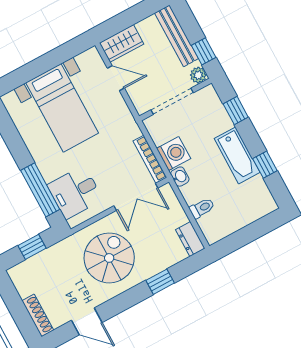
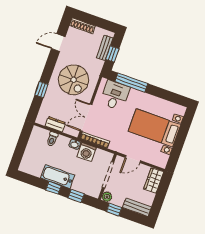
bench: (177, 36) -> (137, 207), width x0.73
door: (116, 78) -> (133, 159), moved
window: (265, 165) -> (53, 188), moved
dresser: (190, 239) -> (55, 124), moved
bench: (35, 263) -> (105, 48), added

